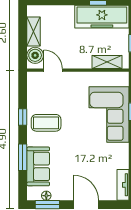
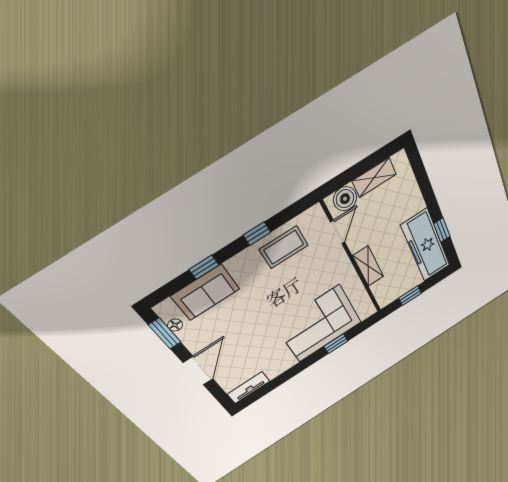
shelving: (107, 62) -> (368, 266), moved
coffee table: (46, 123) -> (284, 247), moved, turned 90
window: (23, 157) -> (204, 267), width x0.67

